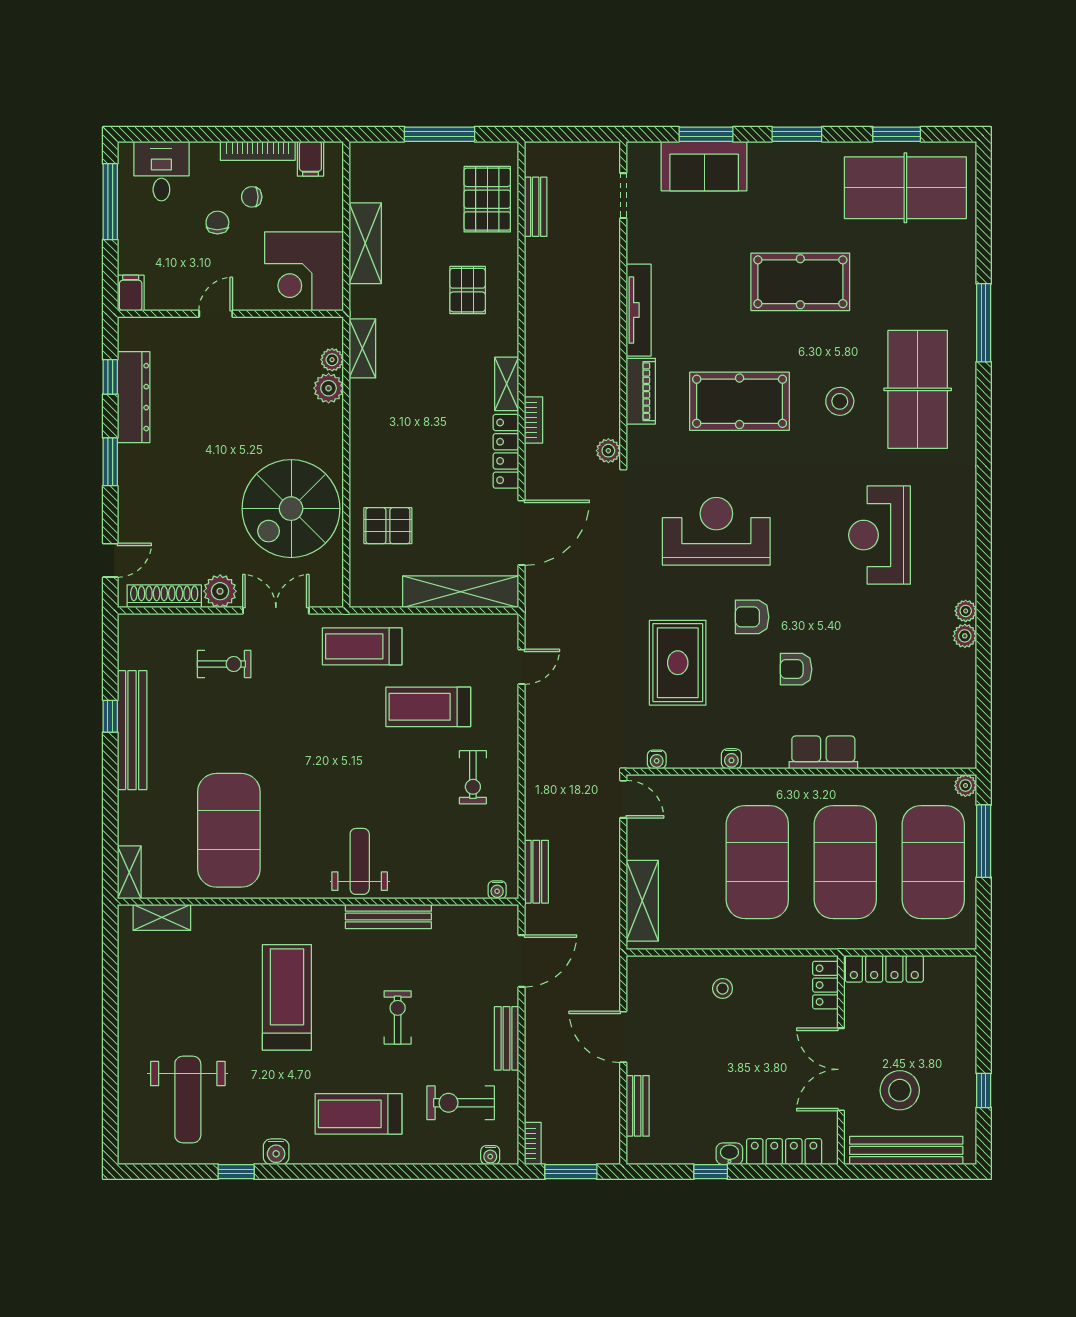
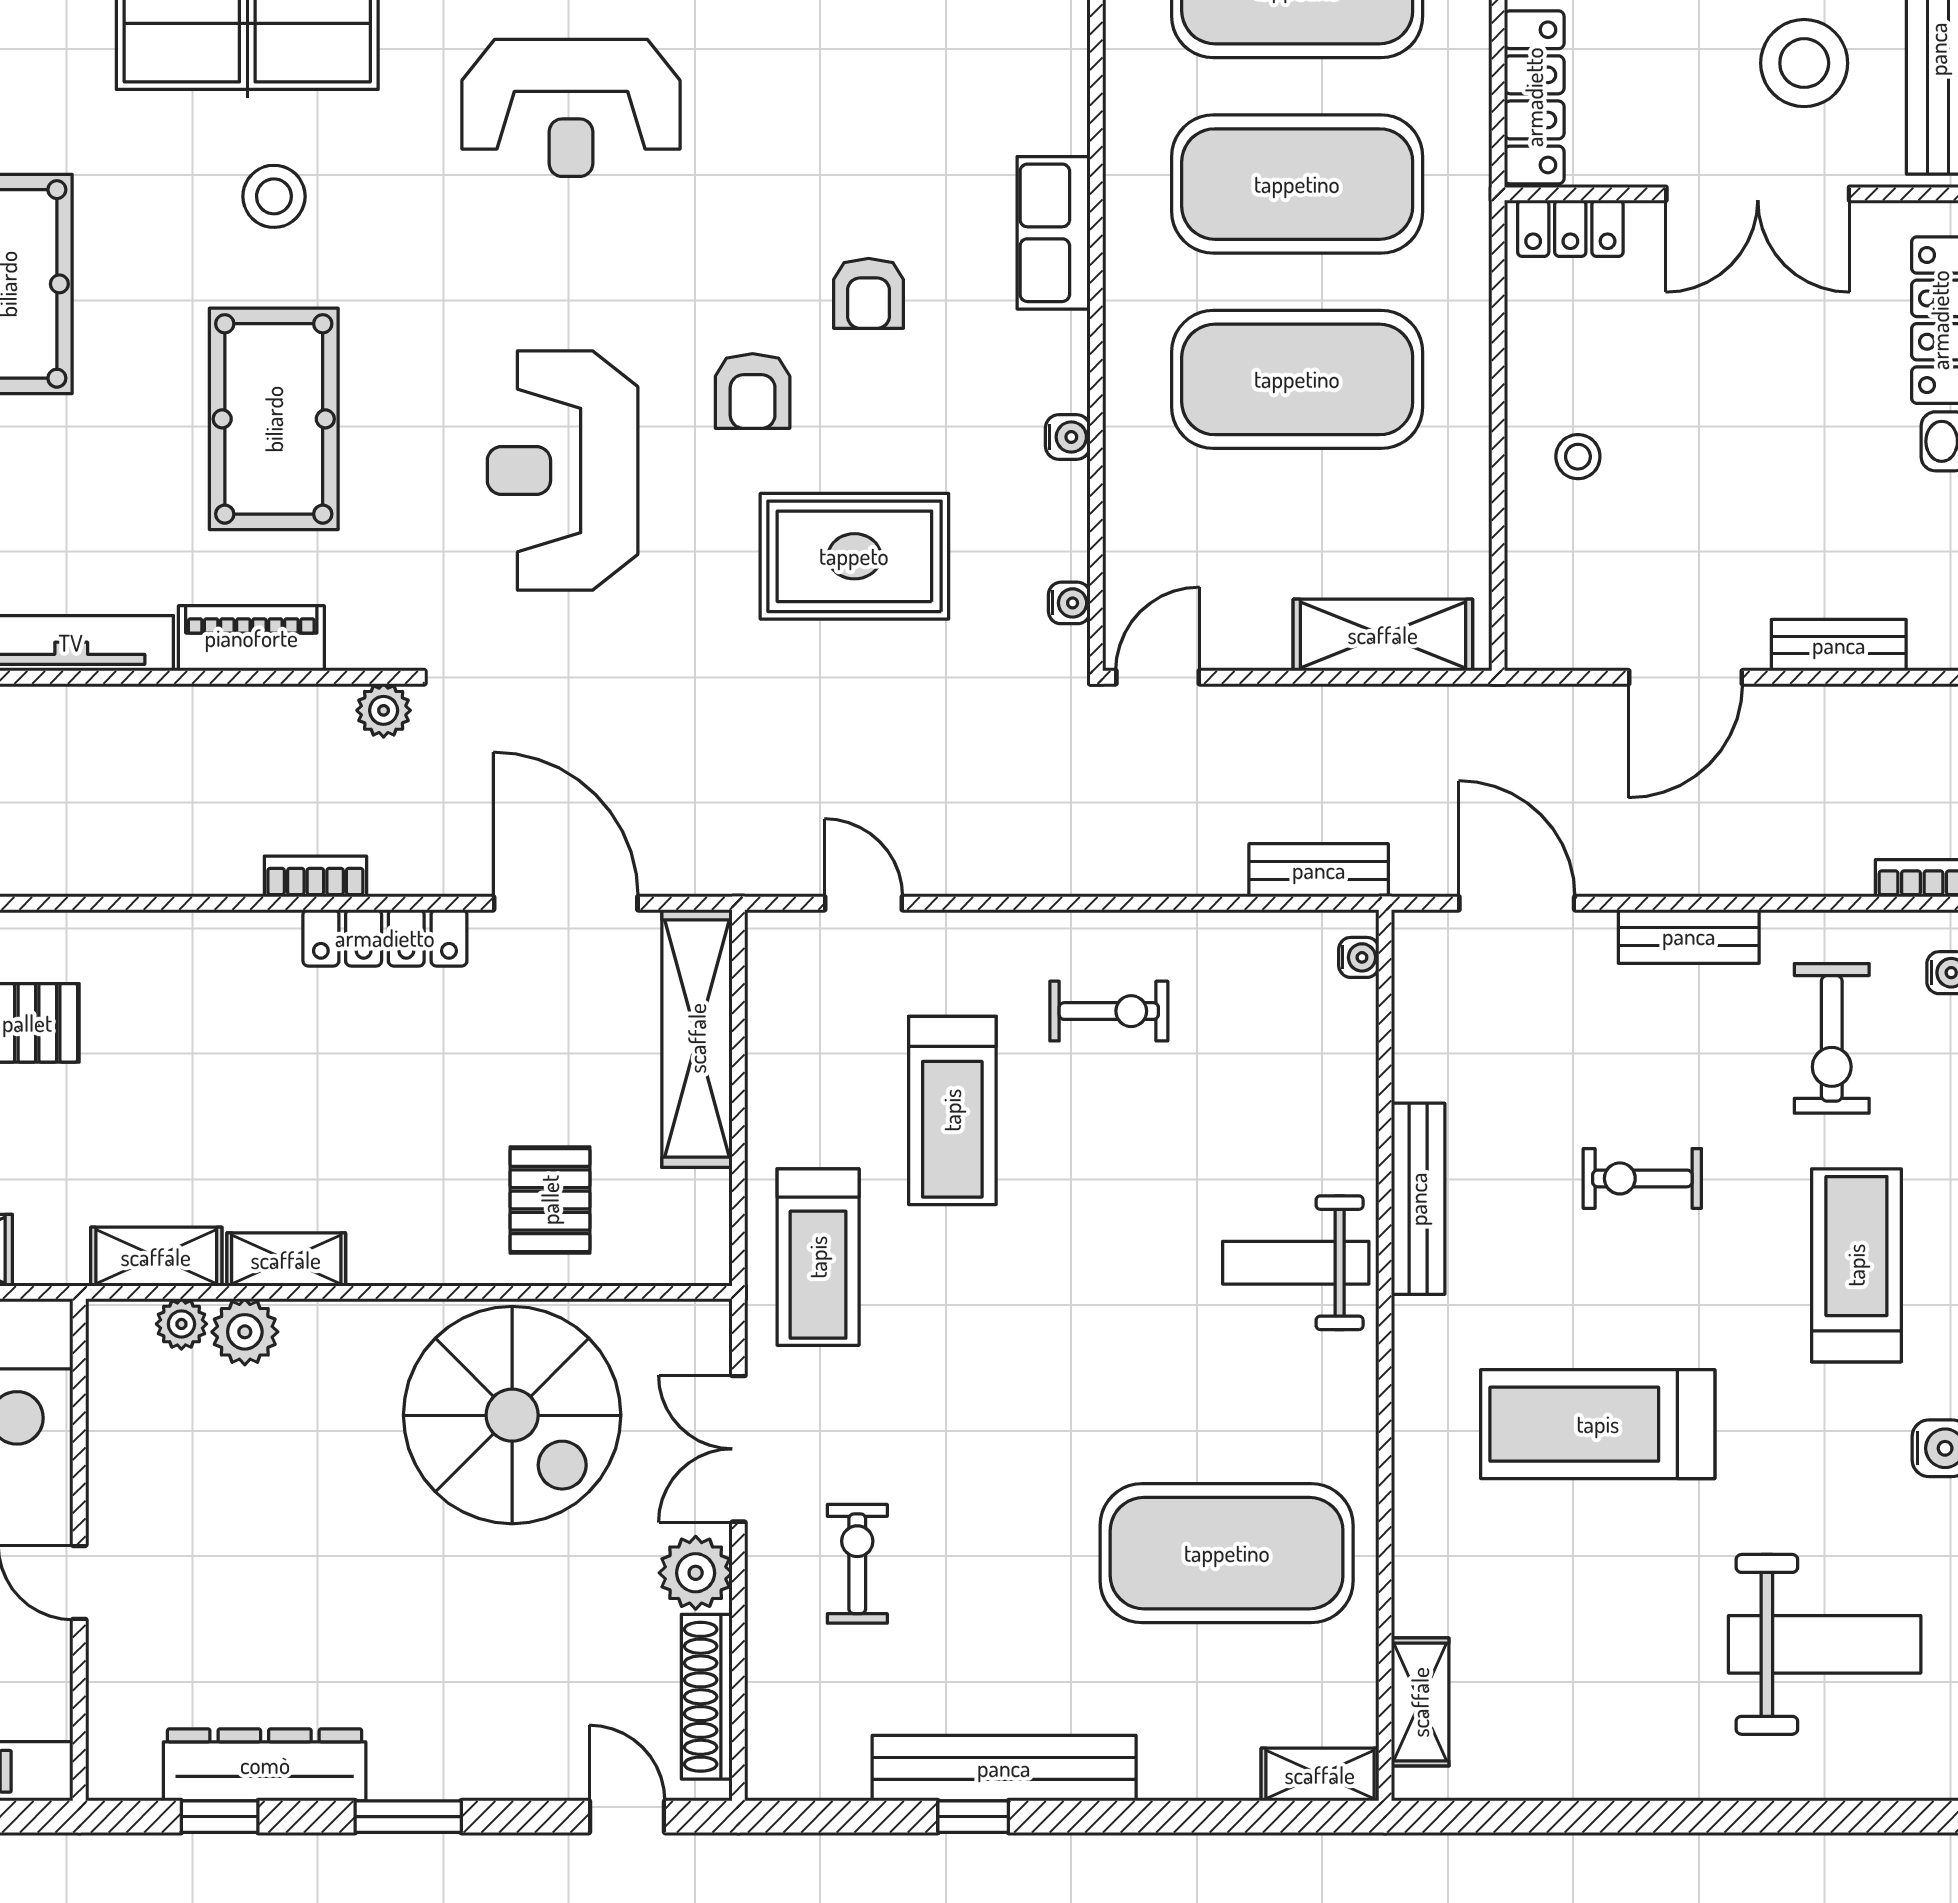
shelving: (507, 384) -> (286, 1260), moved
treadmill: (358, 1114) -> (1856, 1265), turned 180

